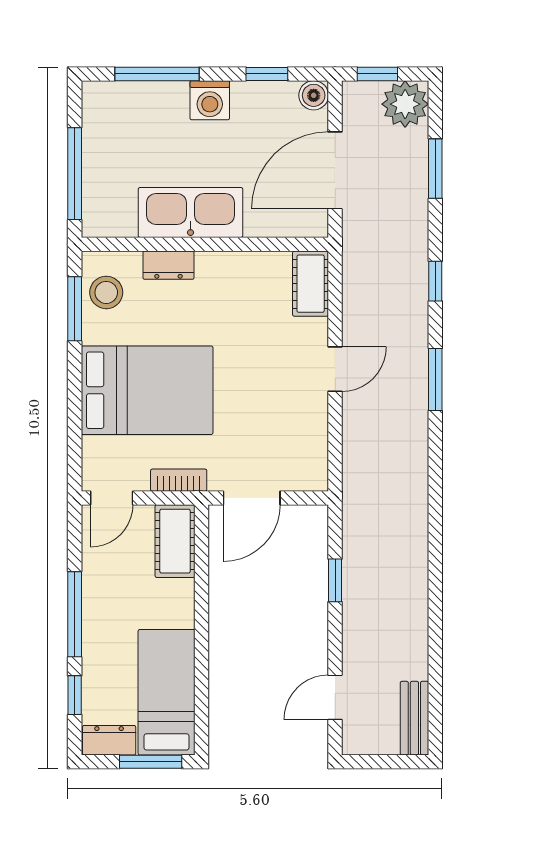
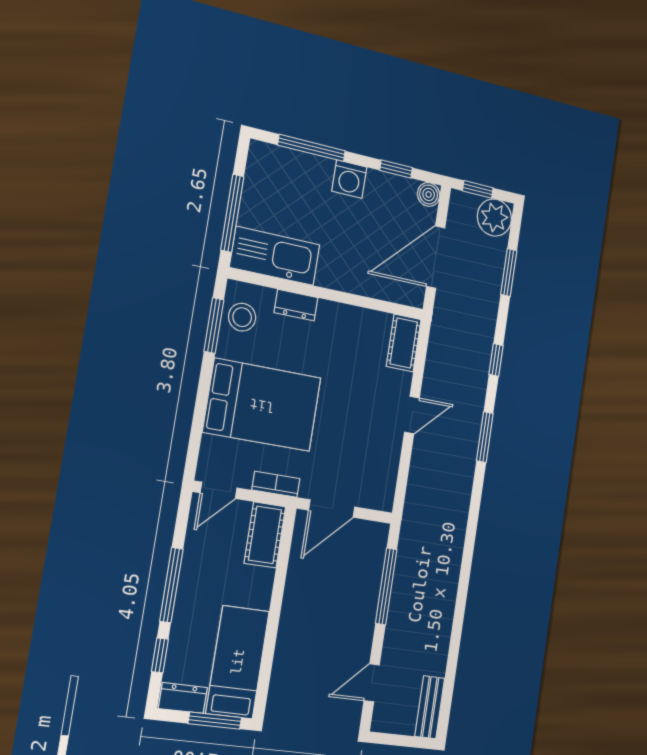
kitchen sink: (191, 212) -> (275, 256), moved
window: (335, 580) -> (386, 586), width x2.17

